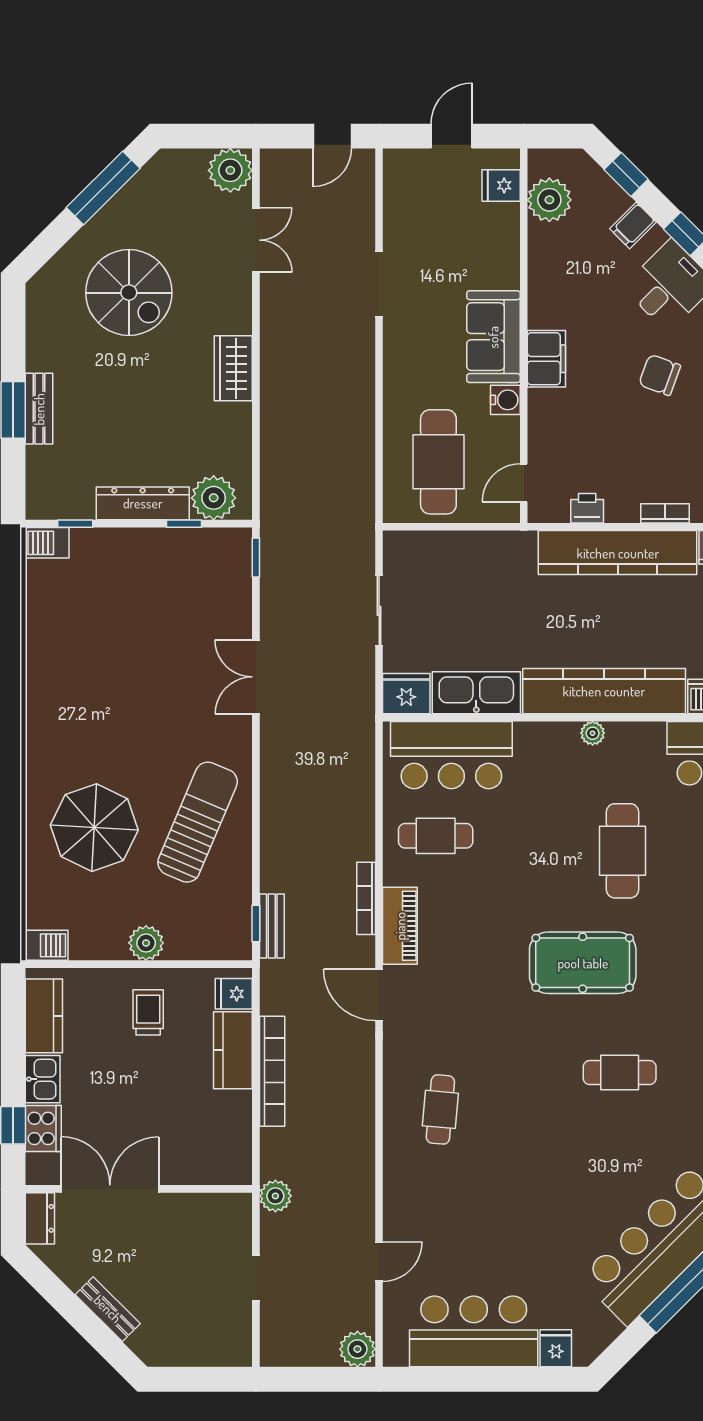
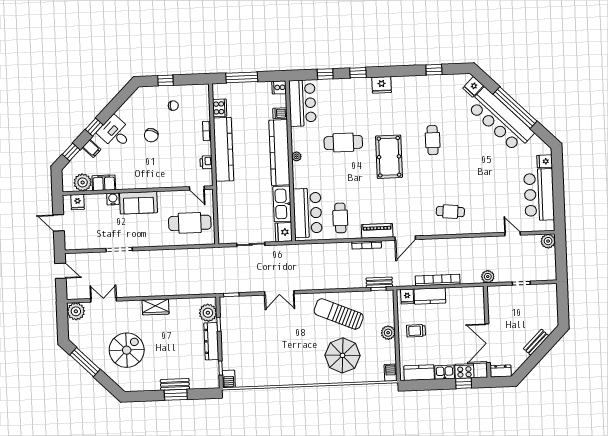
filing cabinet: (546, 359) -> (104, 183), moved
water cooler: (505, 400) -> (113, 199), moved

